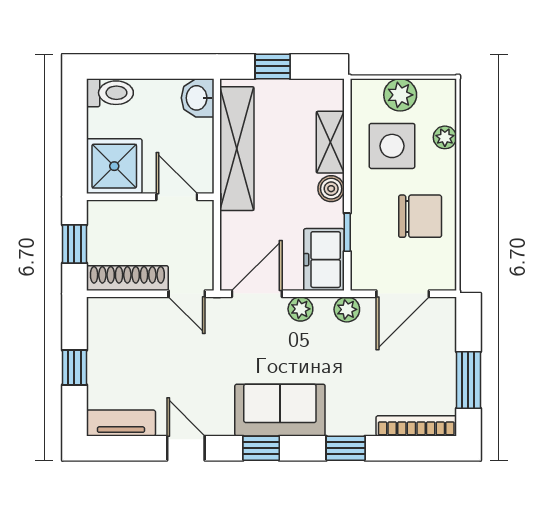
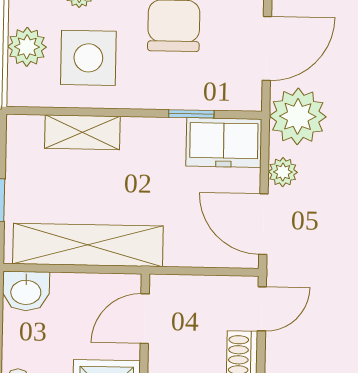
boiler: (331, 189) -> (138, 132), removed
door: (403, 294) -> (267, 48), hinge flipped
plant: (347, 309) -> (298, 116), width x1.87, depth x1.87

